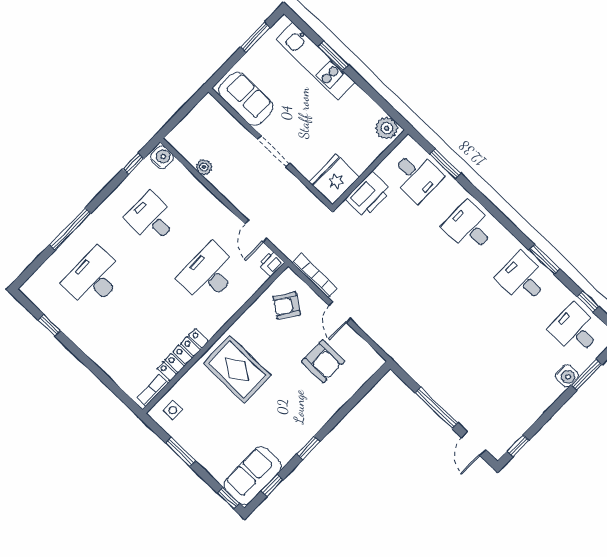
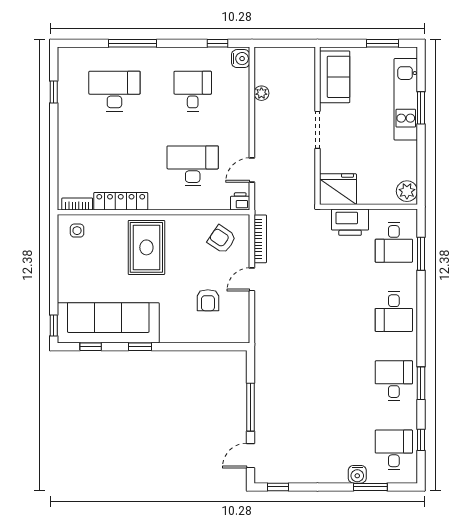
desk: (469, 227) -> (394, 312), turned 180
armchair: (323, 361) -> (208, 300), width x0.72, depth x0.72
window: (181, 452) -> (54, 263), removed
sofa: (253, 476) -> (108, 323), width x1.85, depth x1.27

